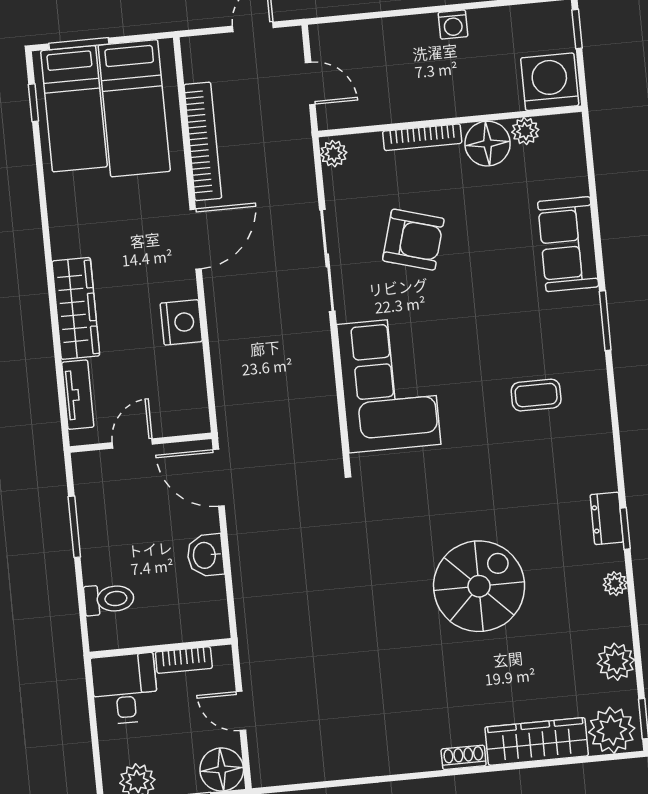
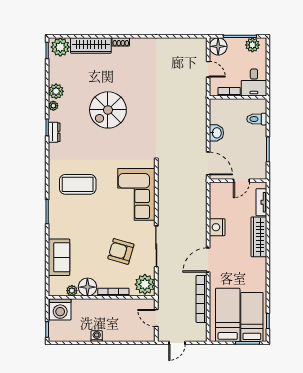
plant: (334, 154) -> (145, 284), width x1.87, depth x1.87
sofa: (568, 244) -> (59, 257), moved
coffee table: (536, 395) -> (78, 184), width x1.86, depth x1.72
plant: (616, 662) -> (56, 91), moved

